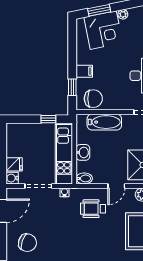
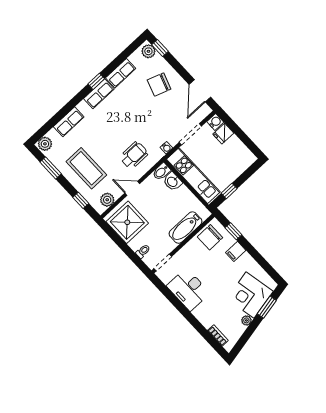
washbasin: (83, 152) -> (172, 182), moved
door: (116, 186) -> (132, 188), hinge flipped

